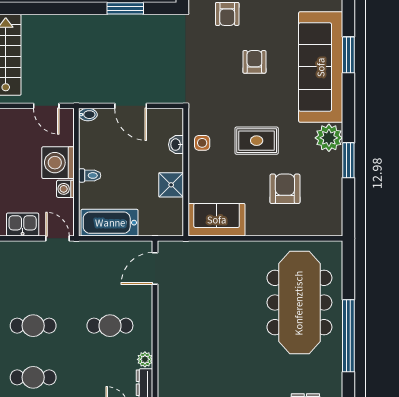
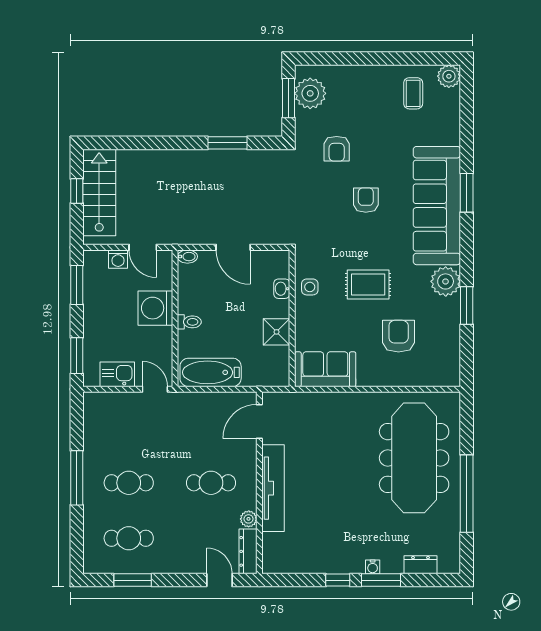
washing machine: (65, 189) -> (118, 259), moved, turned -90
tv unit: (168, 331) -> (273, 488), added

